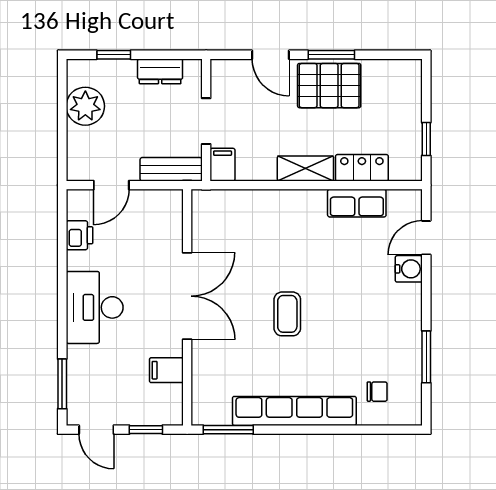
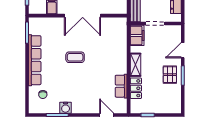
pallet: (329, 86) -> (170, 75), width x0.67, depth x0.71
filing cabinet: (223, 165) -> (137, 35), width x2.00
water cooler: (409, 269) -> (66, 108), moved

